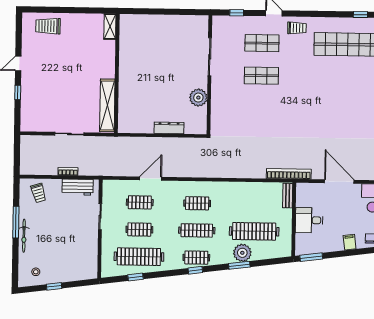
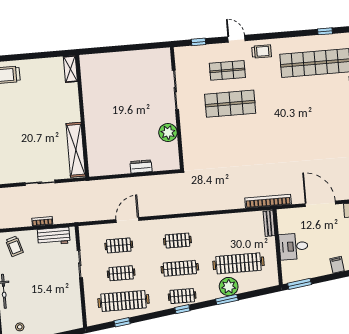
shop shelf: (261, 76) -> (230, 104), width x1.43, depth x1.36
dresser: (169, 128) -> (141, 166), width x0.70

